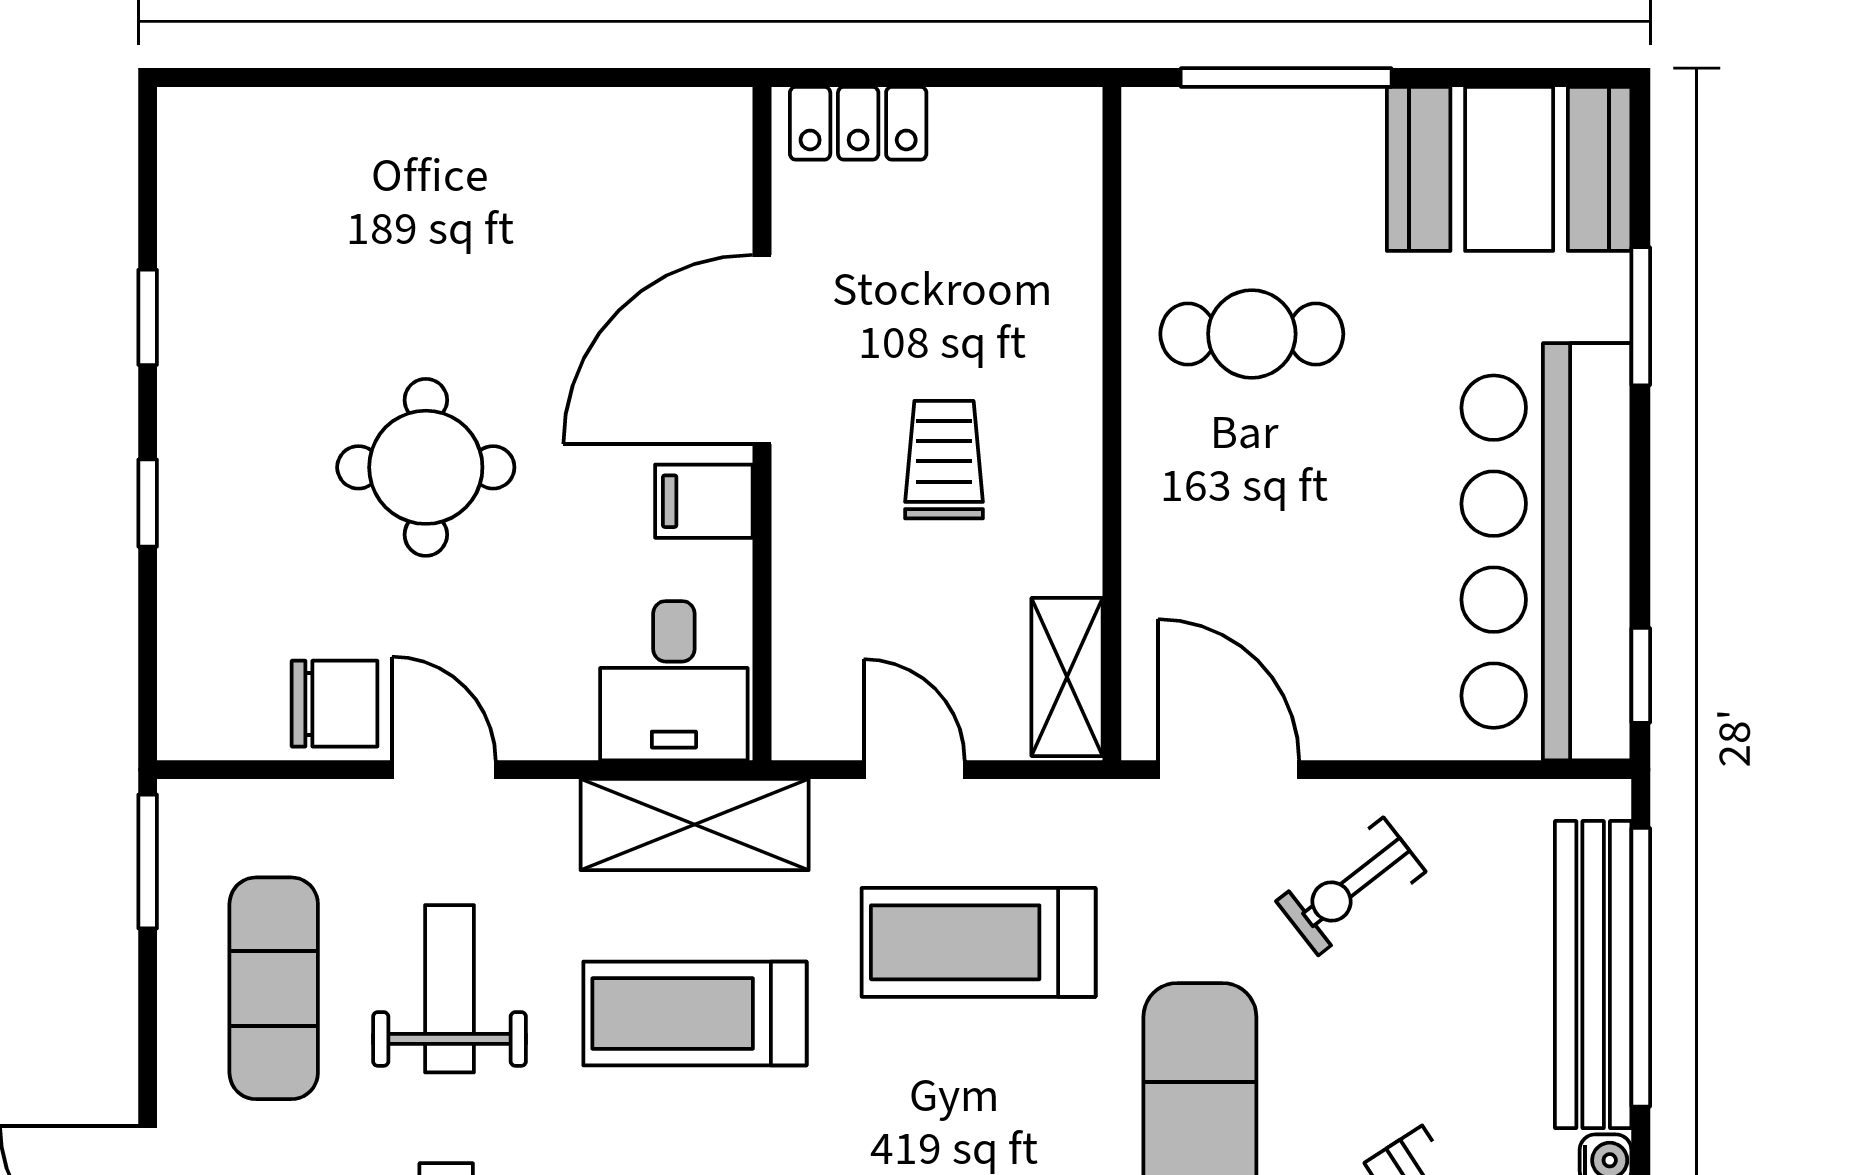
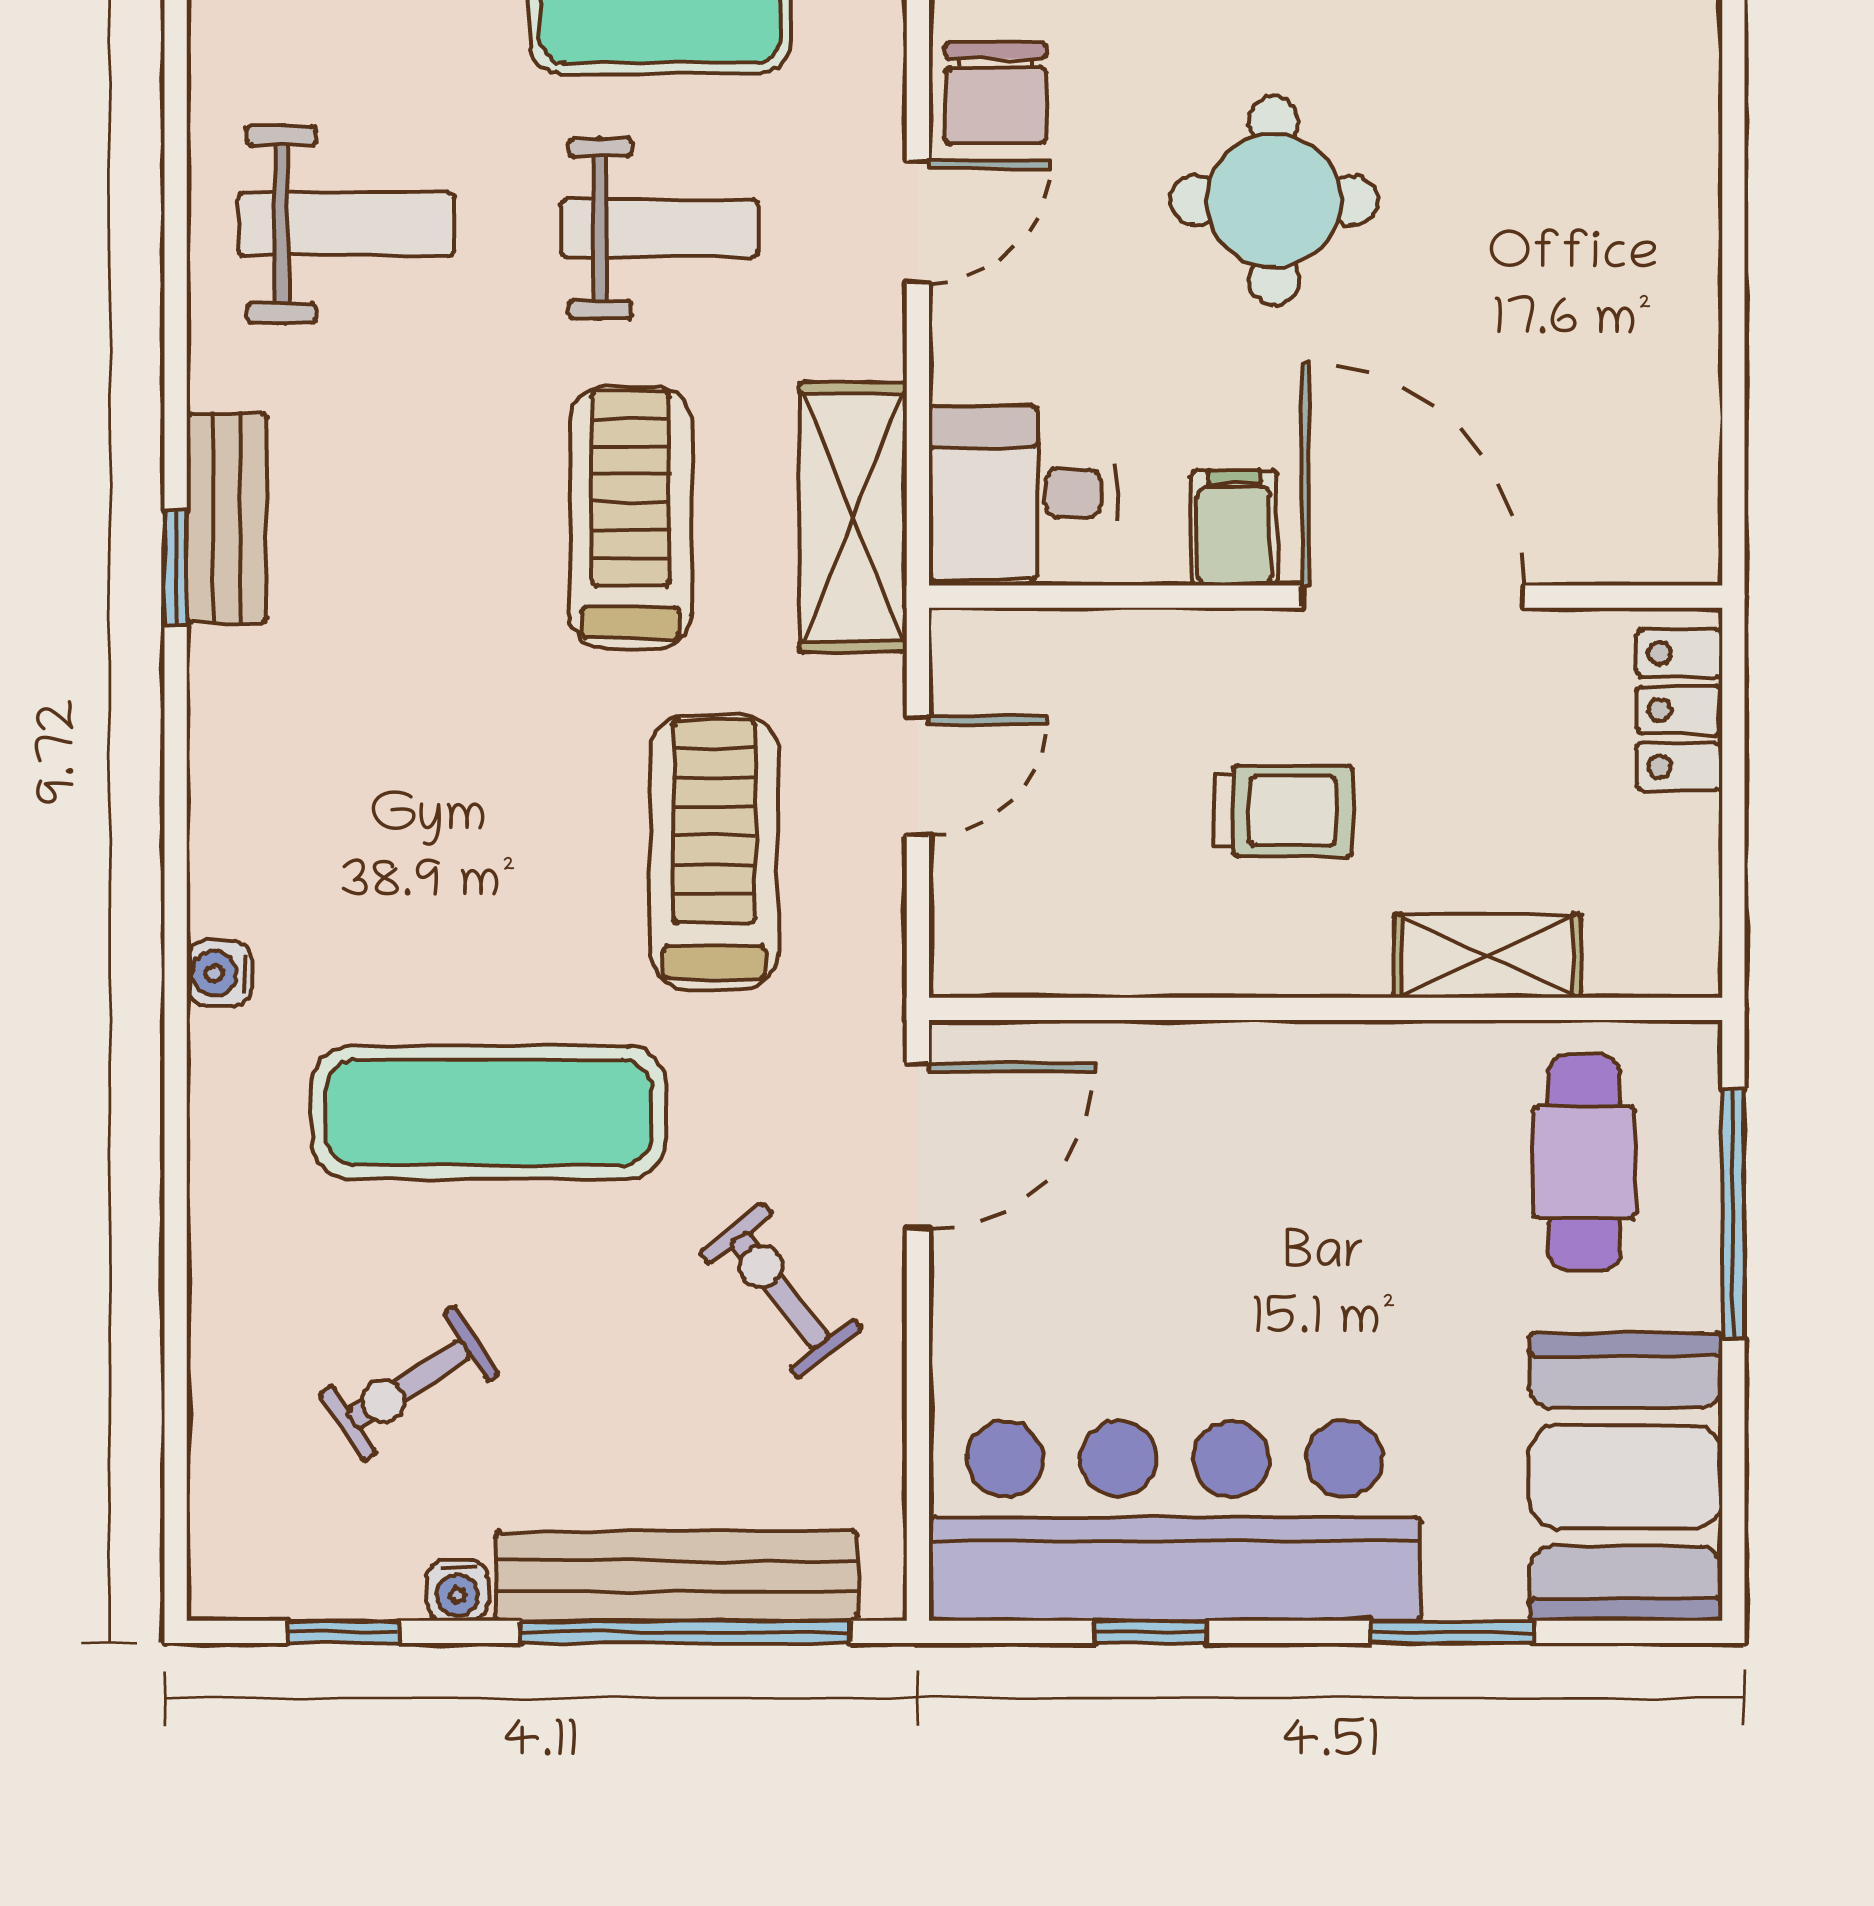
cafe table: (1252, 334) -> (1584, 1163), moved
window: (1641, 675) -> (1151, 1632), moved
shelving: (1067, 677) -> (1487, 956), moved

